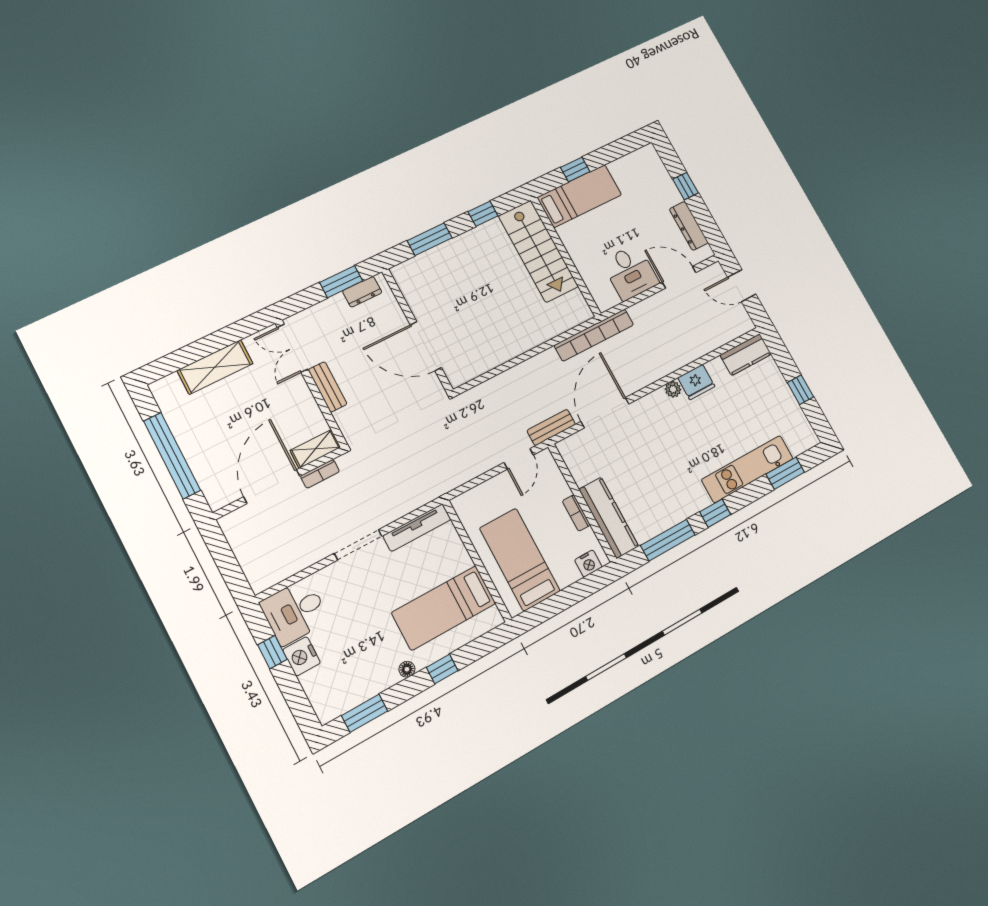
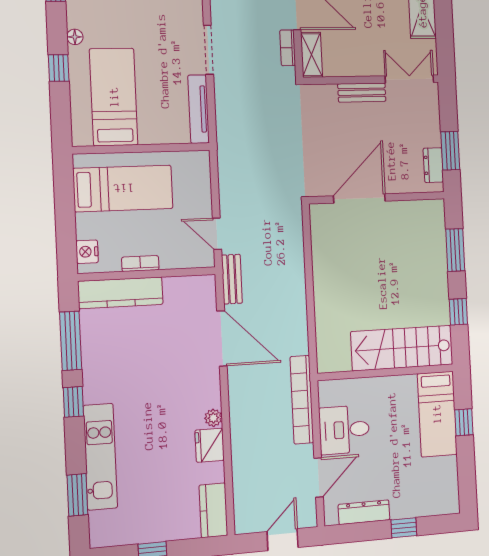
bookcase: (594, 335) -> (302, 400), moved

